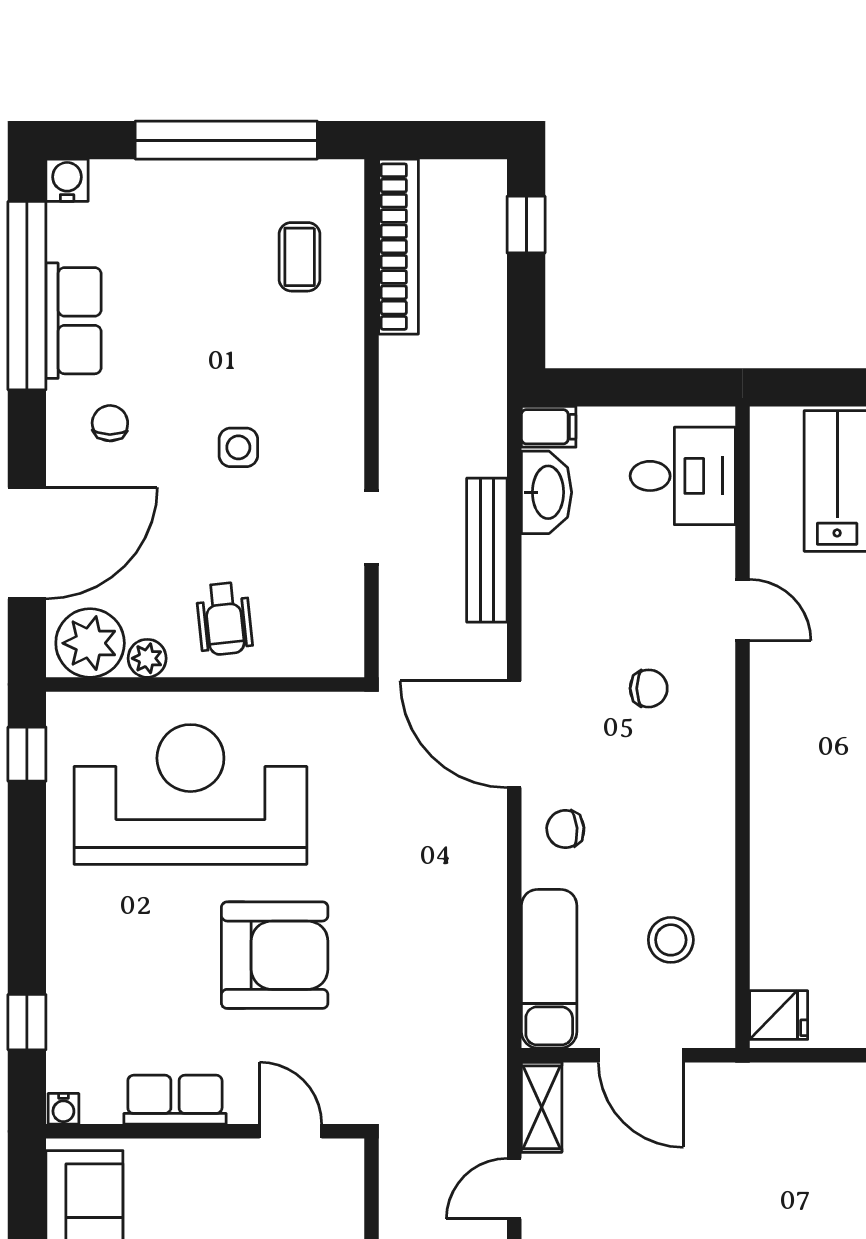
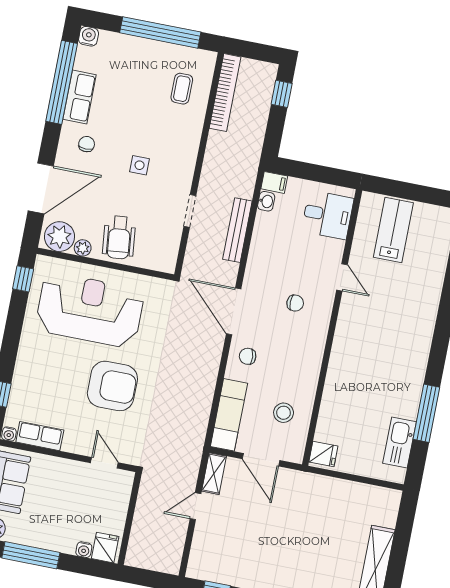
washbasin: (547, 492) -> (266, 201), width x0.52, depth x0.69
wheelchair: (224, 619) -> (119, 237), width x1.36, depth x1.37
row of seats: (175, 1100) -> (40, 436), moved

